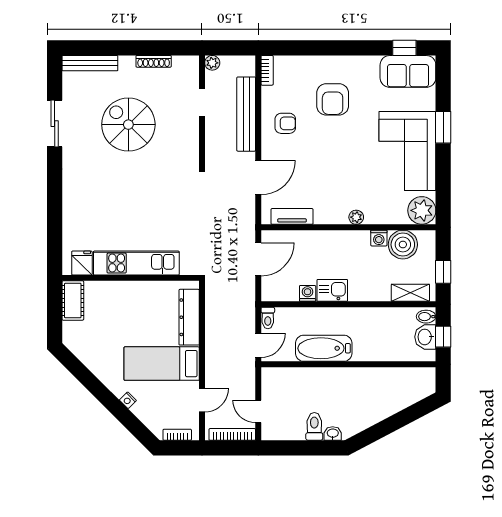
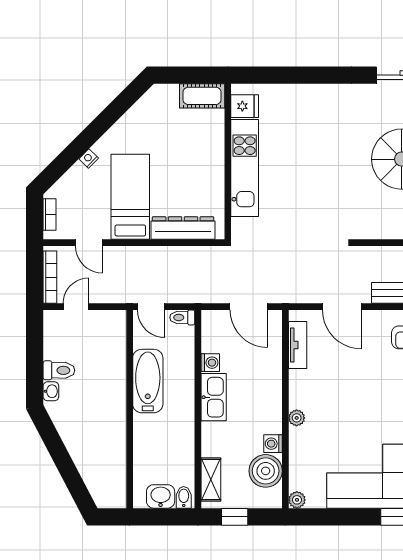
plant: (422, 210) -> (297, 500), width x0.53, depth x0.53
kitchen sink: (332, 290) -> (214, 397), width x1.38
window: (443, 337) -> (161, 517), removed

